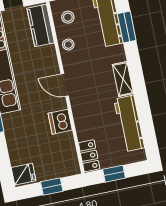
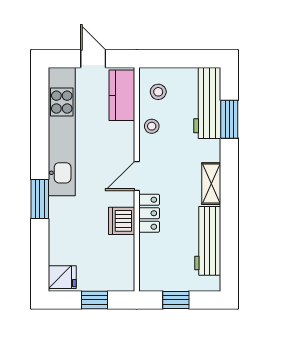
door: (65, 85) -> (137, 176), hinge flipped
locker: (89, 156) -> (149, 213), moved

